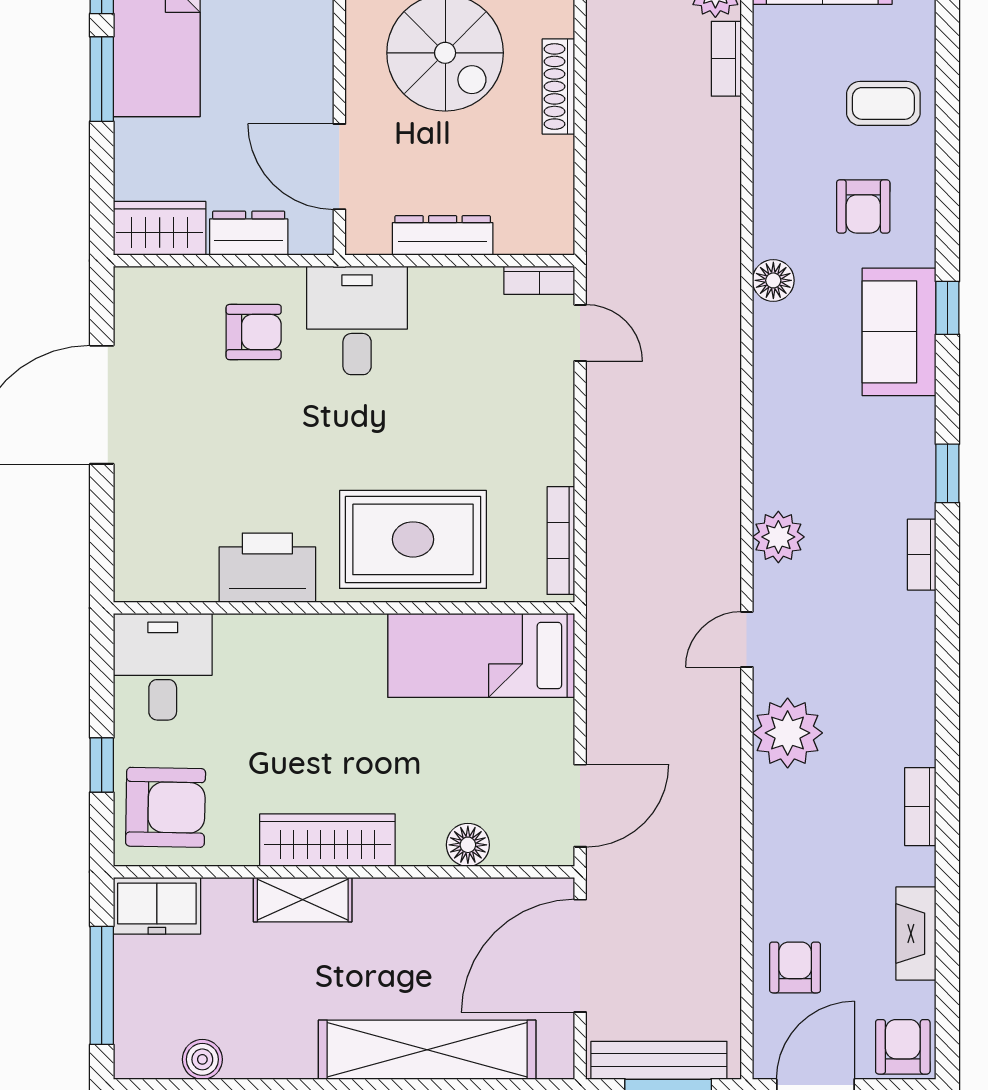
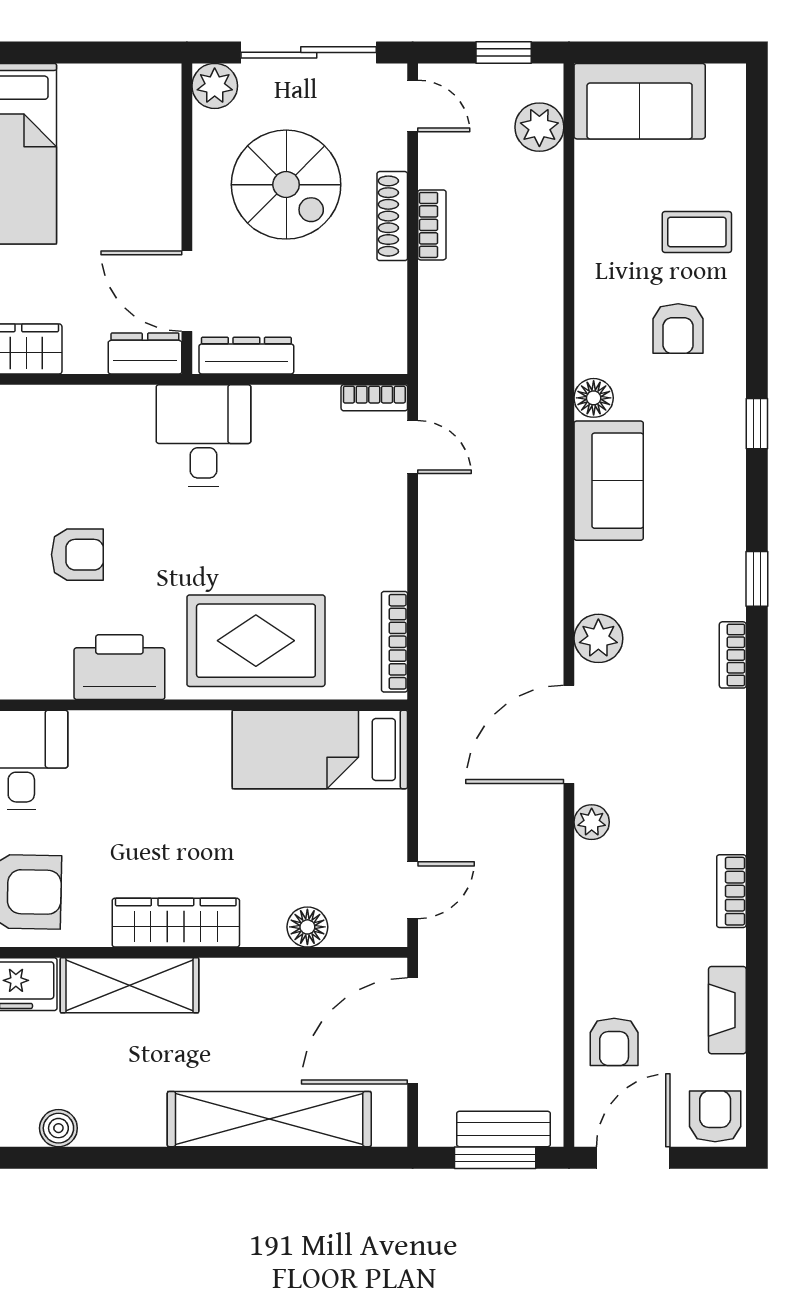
bookcase: (726, 59) -> (432, 225), moved, turned 180
dresser: (249, 233) -> (145, 353), moved
dresser: (443, 235) -> (246, 356), moved
armchair: (254, 332) -> (77, 555), moved
sofa: (899, 332) -> (609, 481), moved, turned 180
door: (747, 639) -> (569, 734), width x1.87
plant: (788, 733) -> (592, 822), width x0.53, depth x0.53
door: (580, 806) -> (413, 890), width x0.73
shelving: (303, 900) -> (129, 985), width x1.50, depth x1.33
armchair: (795, 967) -> (614, 1042), turned 180
bench: (659, 1060) -> (504, 1129), width x0.73

